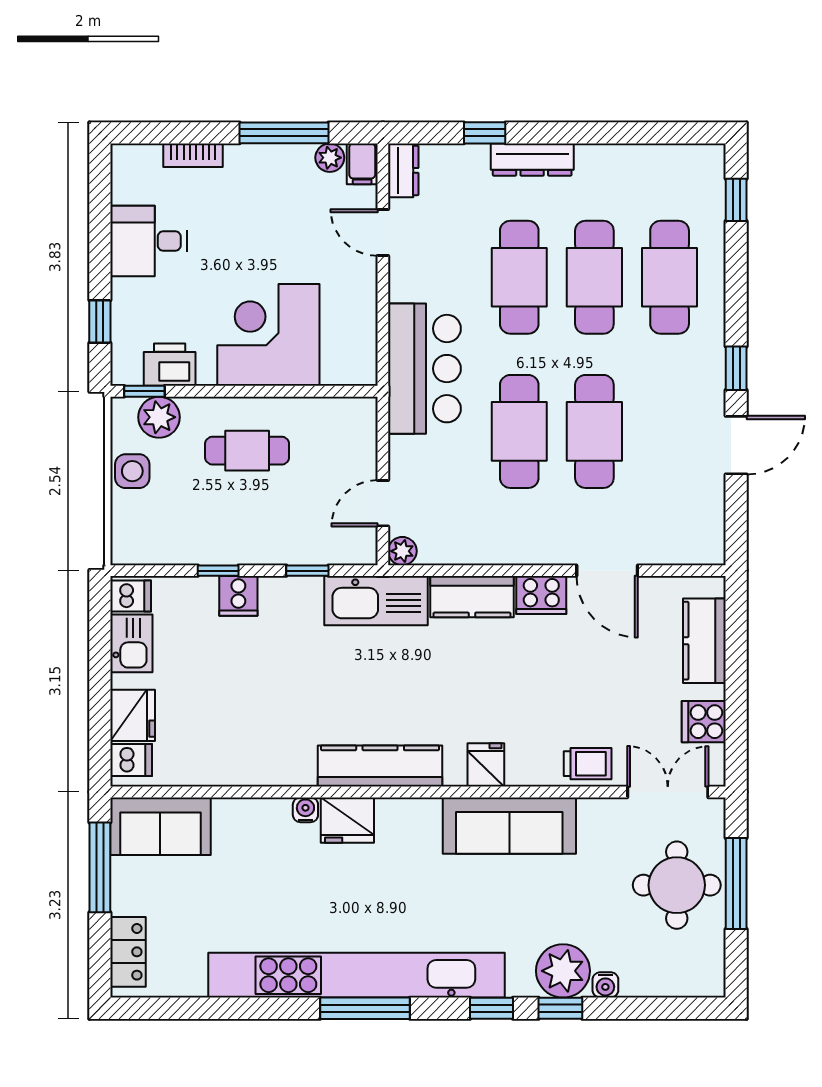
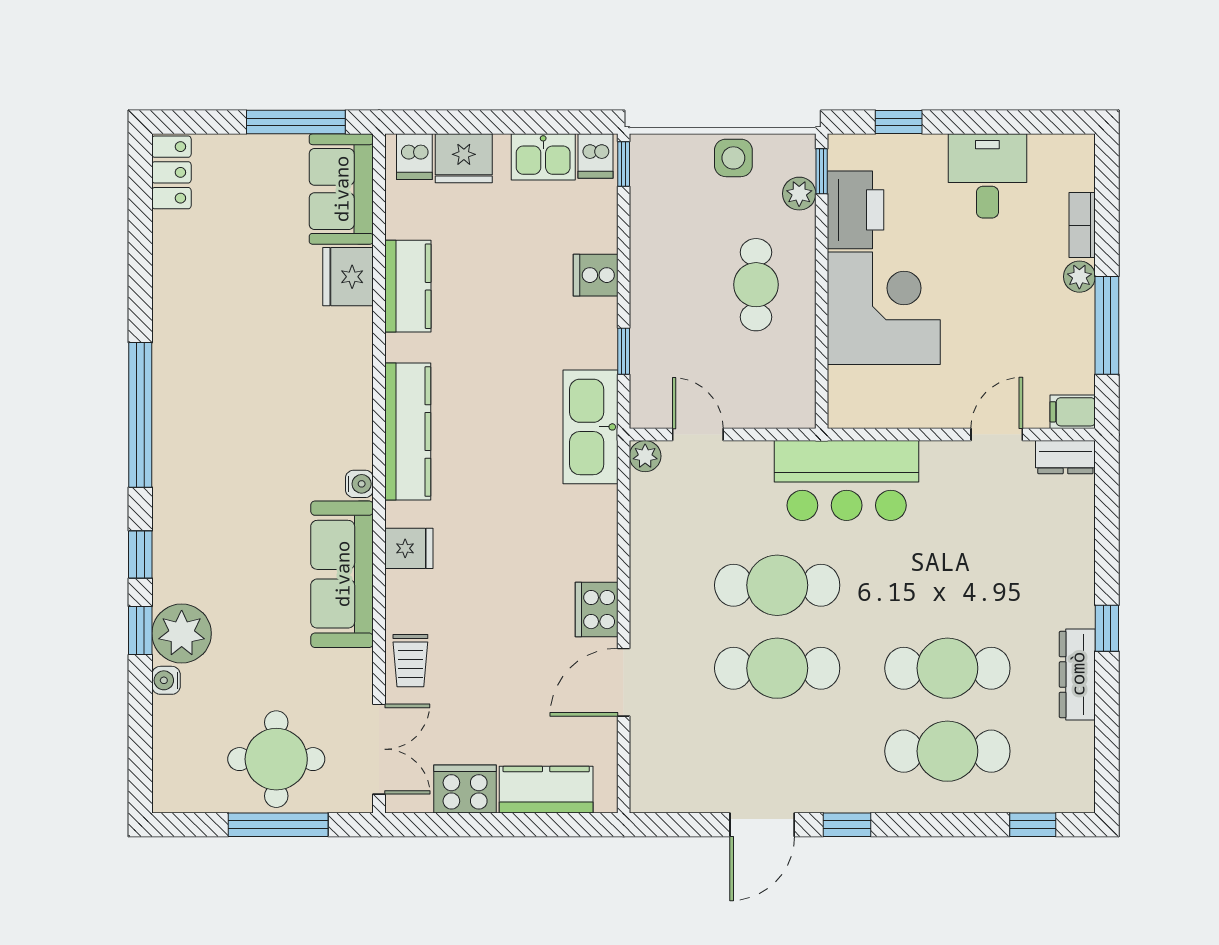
window: (485, 133) -> (1107, 628), moved
plant: (330, 158) -> (1079, 277), moved
dresser: (532, 160) -> (1077, 674), moved
cafe table: (519, 277) -> (947, 585), removed
printer: (170, 365) -> (855, 210), width x1.37, depth x1.19
plant: (159, 417) -> (799, 194), width x0.73, depth x0.73
door: (736, 445) -> (762, 825), hinge flipped
window: (218, 571) -> (624, 164), moved
kitchen counter: (472, 597) -> (408, 286), moved, turned 180
cooker: (704, 722) -> (465, 789), width x1.36
water cooler: (305, 810) -> (359, 484), moved
fridge: (347, 820) -> (348, 277), moved
locker: (128, 952) -> (171, 172), moved, turned -90
kitchen unit: (357, 975) -> (177, 406), removed
window: (365, 1008) -> (140, 415), width x1.46

